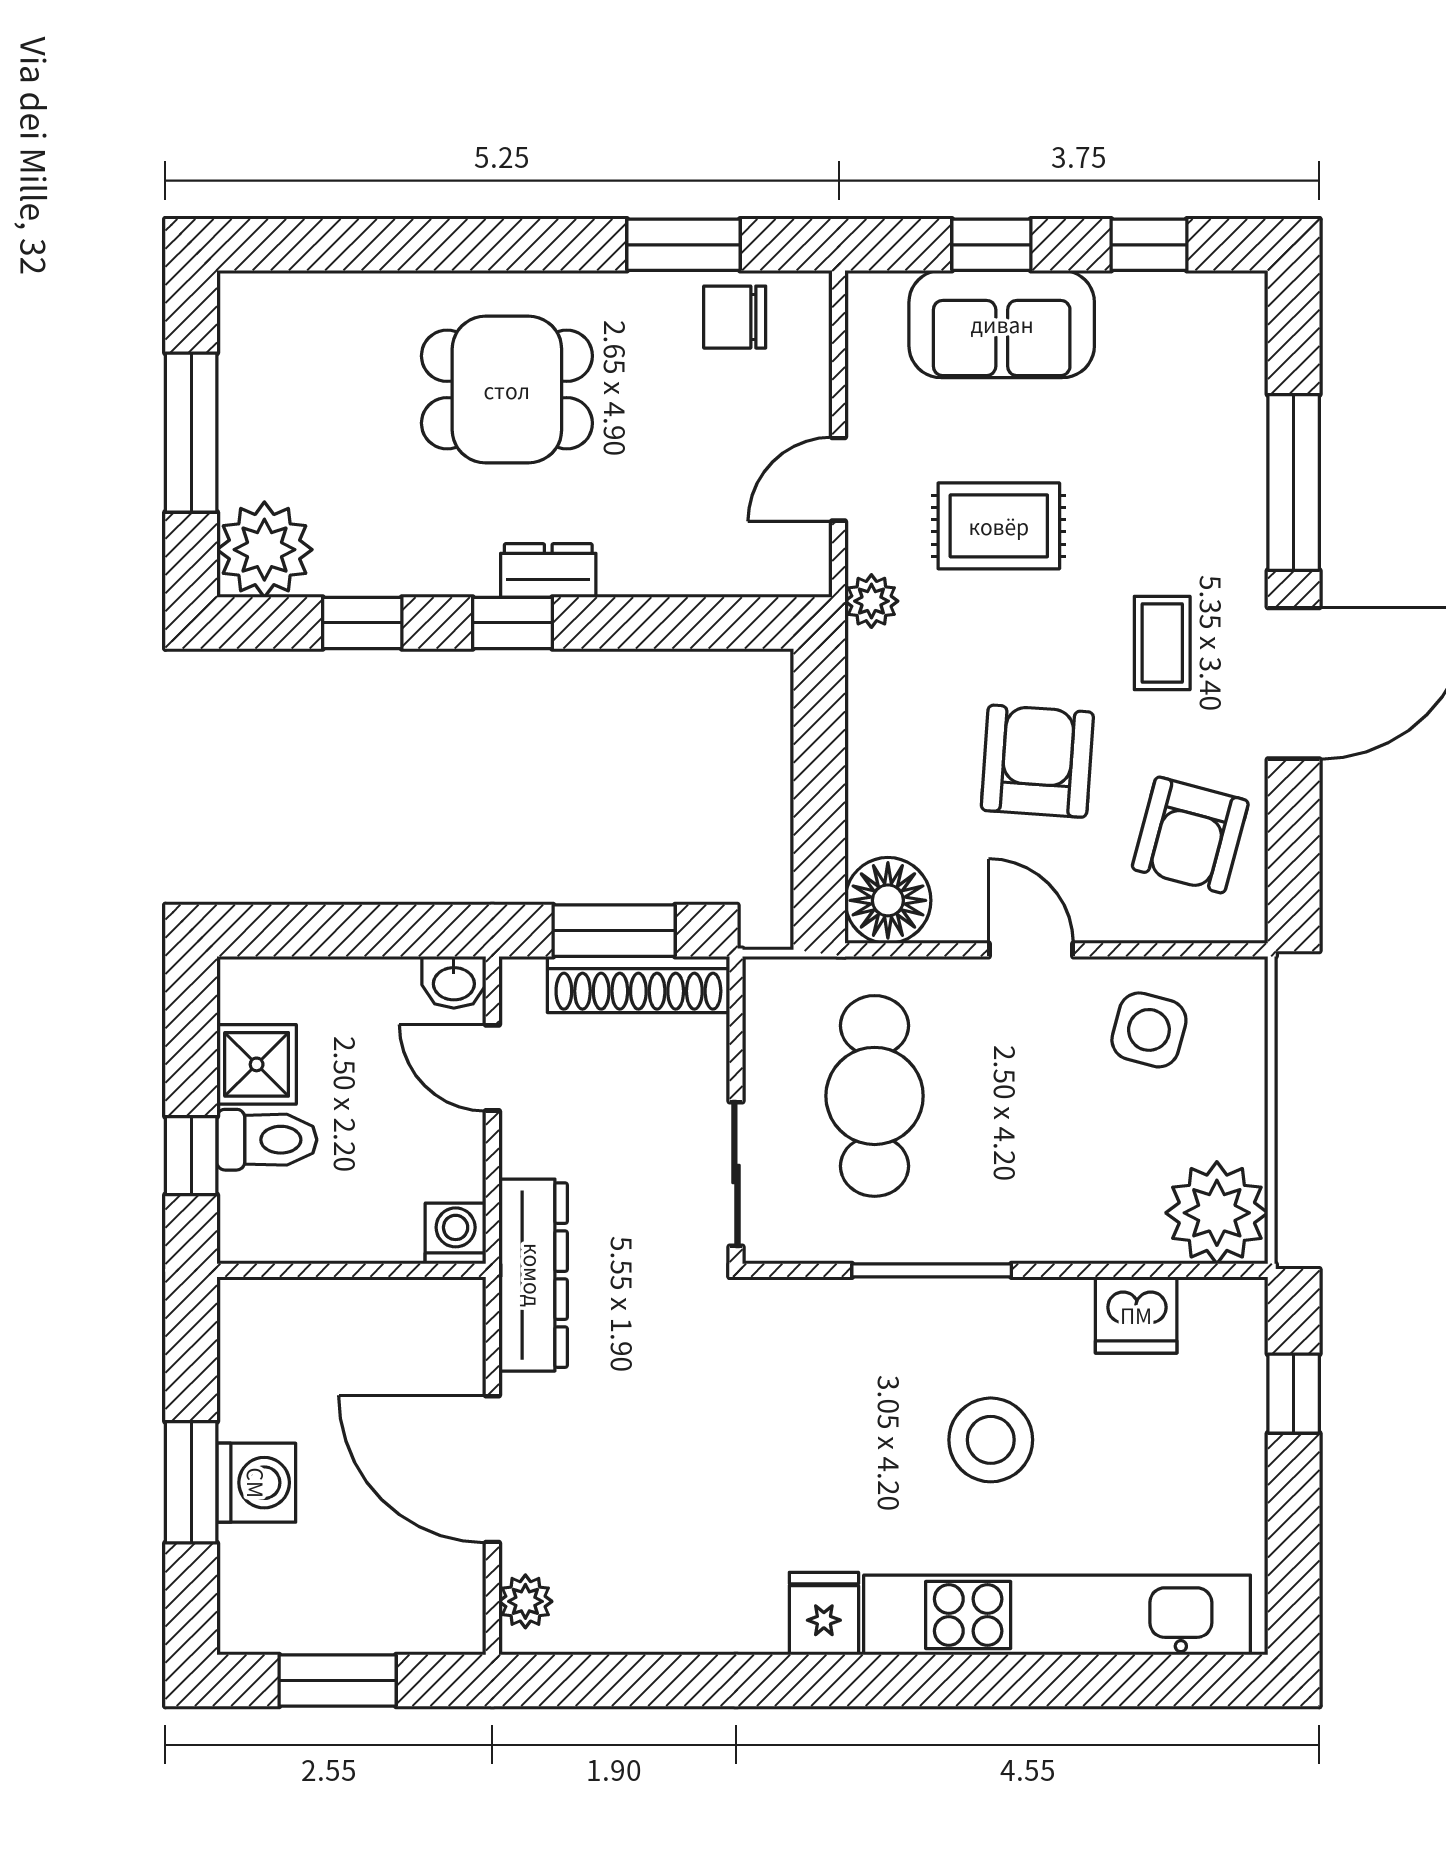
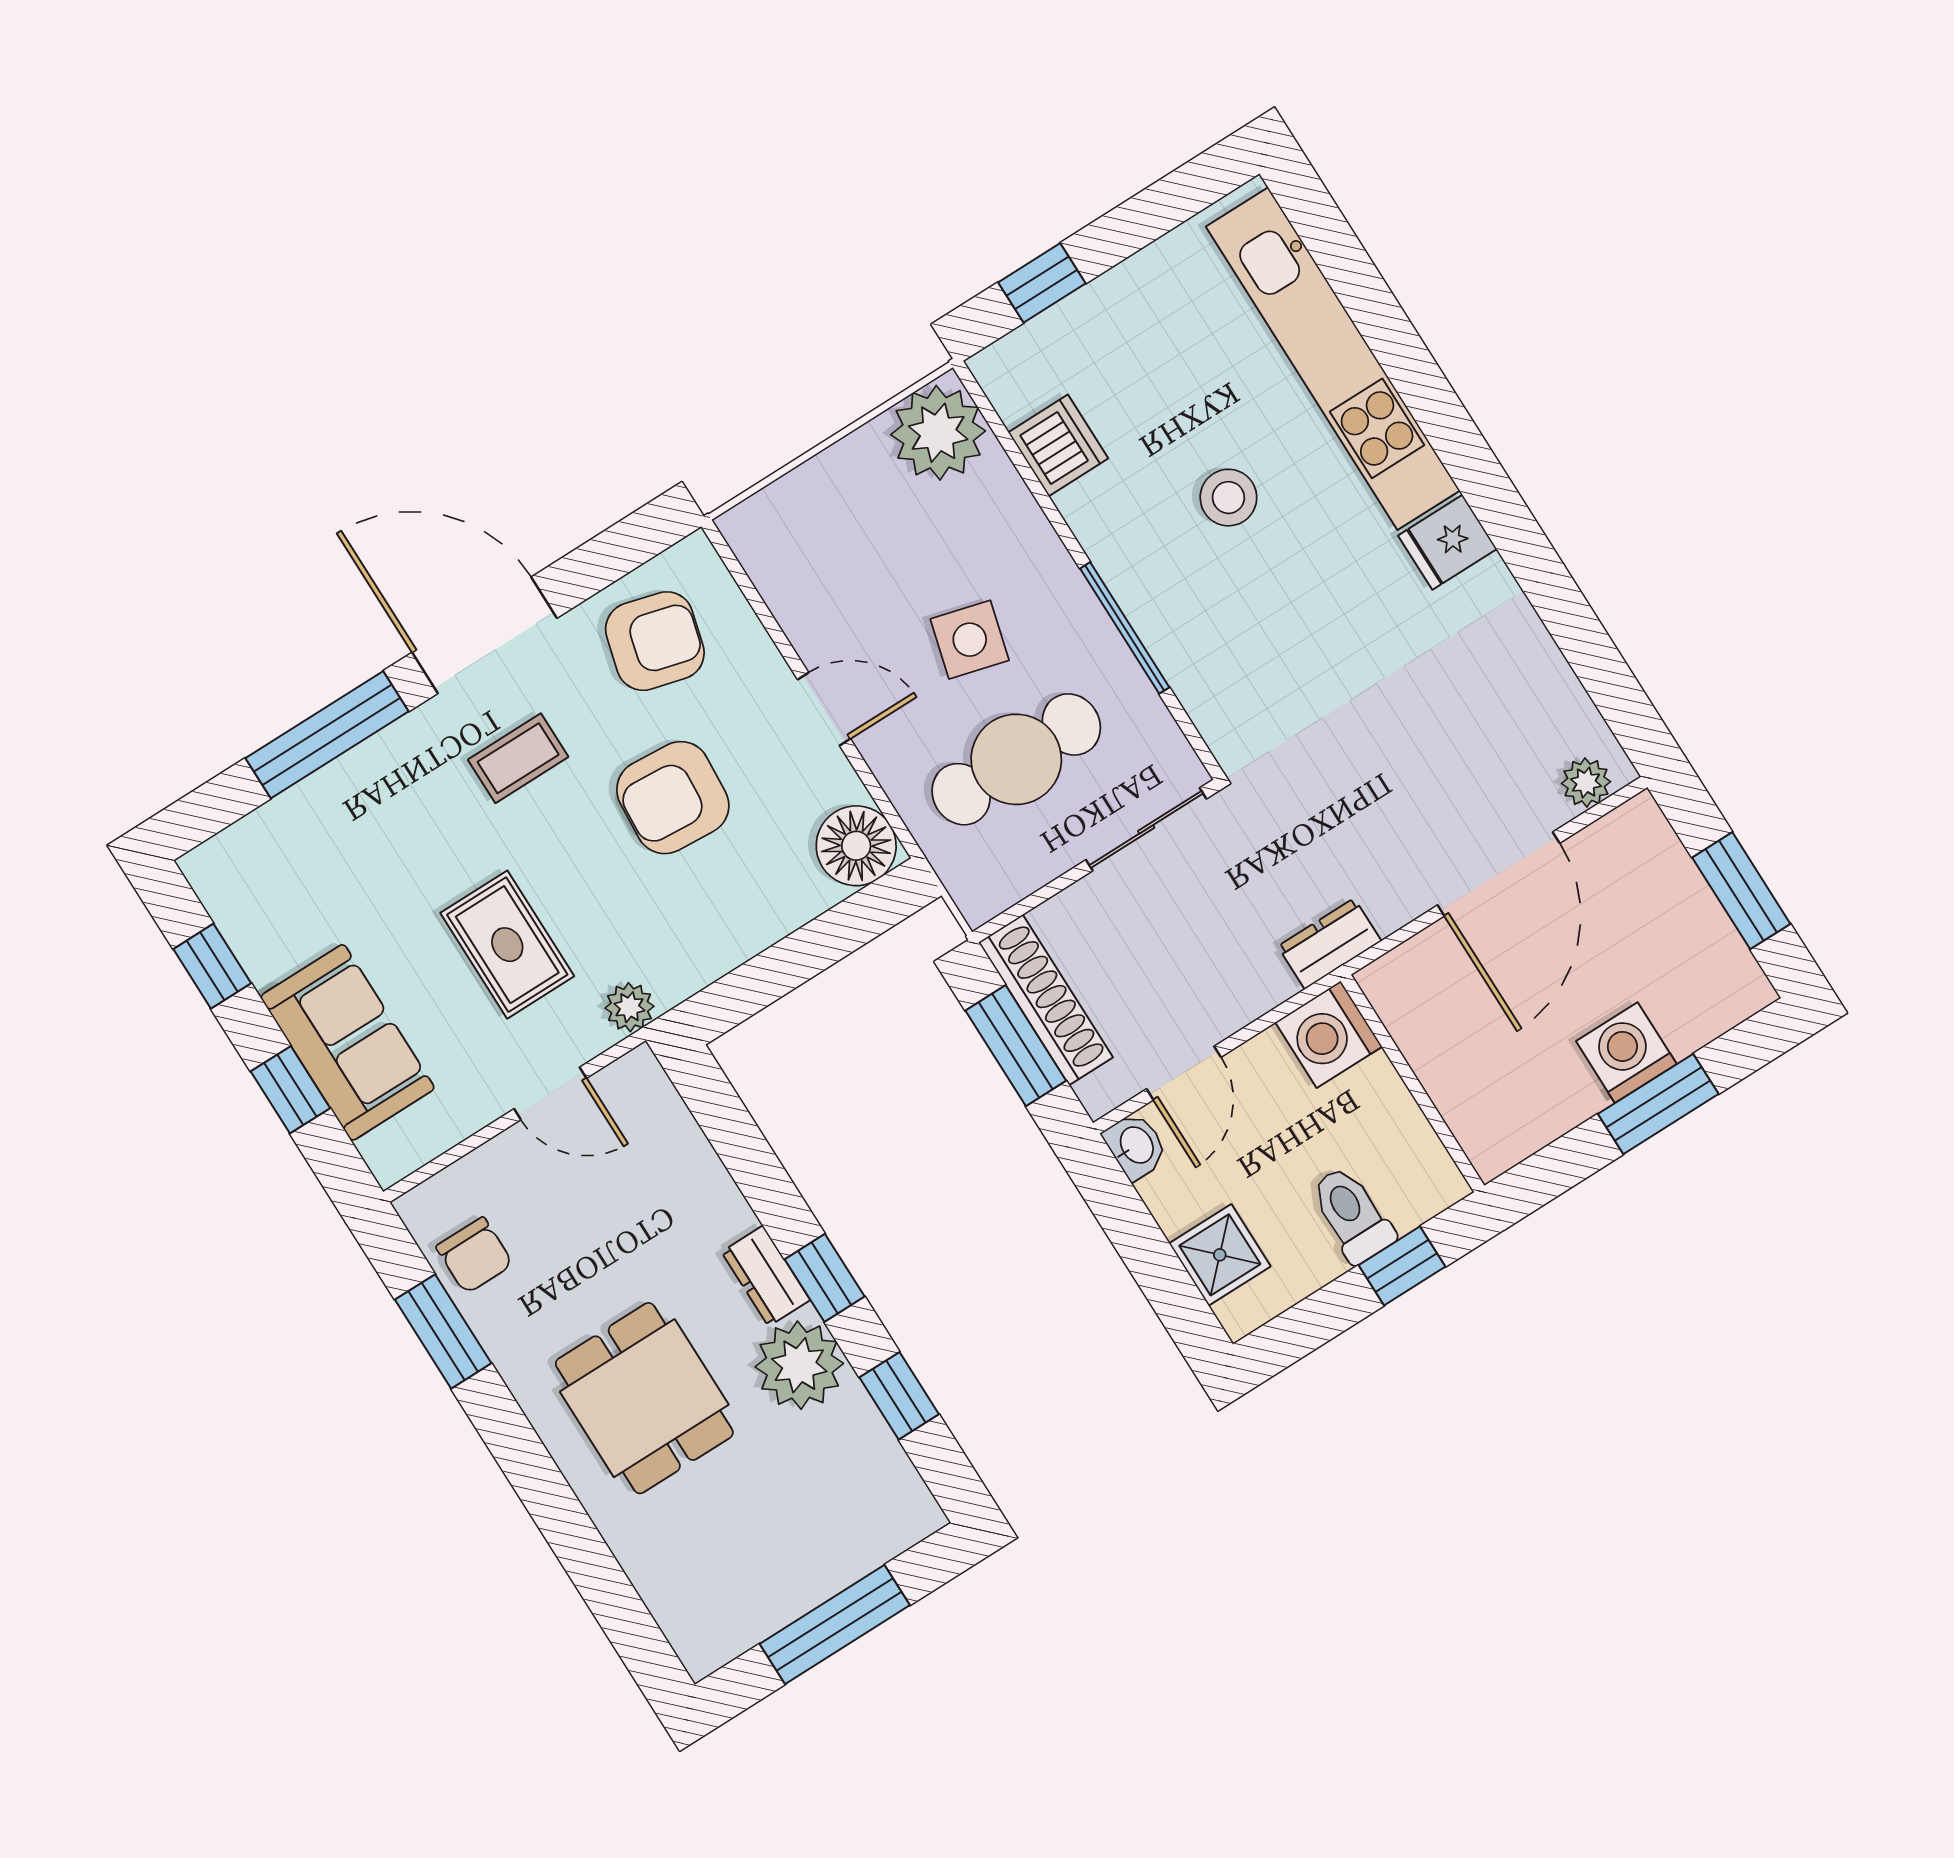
plant: (264, 550) -> (799, 1365), moved
door: (1031, 950) -> (824, 709), swing flipped
side table: (1149, 1030) -> (970, 640), moved
shower: (257, 1064) -> (1220, 1255), moved
washing machine: (456, 1234) -> (1329, 1035), width x1.38, depth x1.38
dresser: (533, 1275) -> (1330, 944), width x0.51, depth x0.80
stool: (991, 1440) -> (1228, 498), width x0.73, depth x0.73

